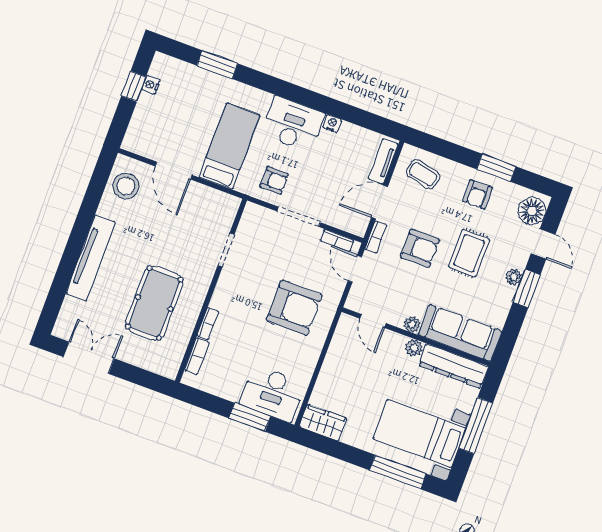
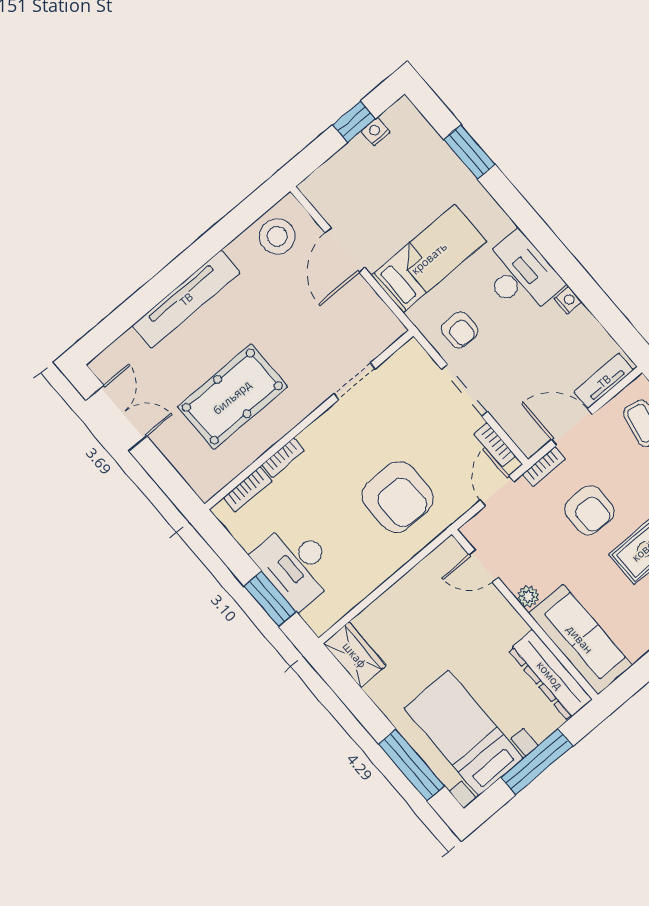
door: (373, 321) -> (484, 566), hinge flipped
plant: (414, 348) -> (514, 626), removed
desk: (272, 393) -> (296, 565), moved

